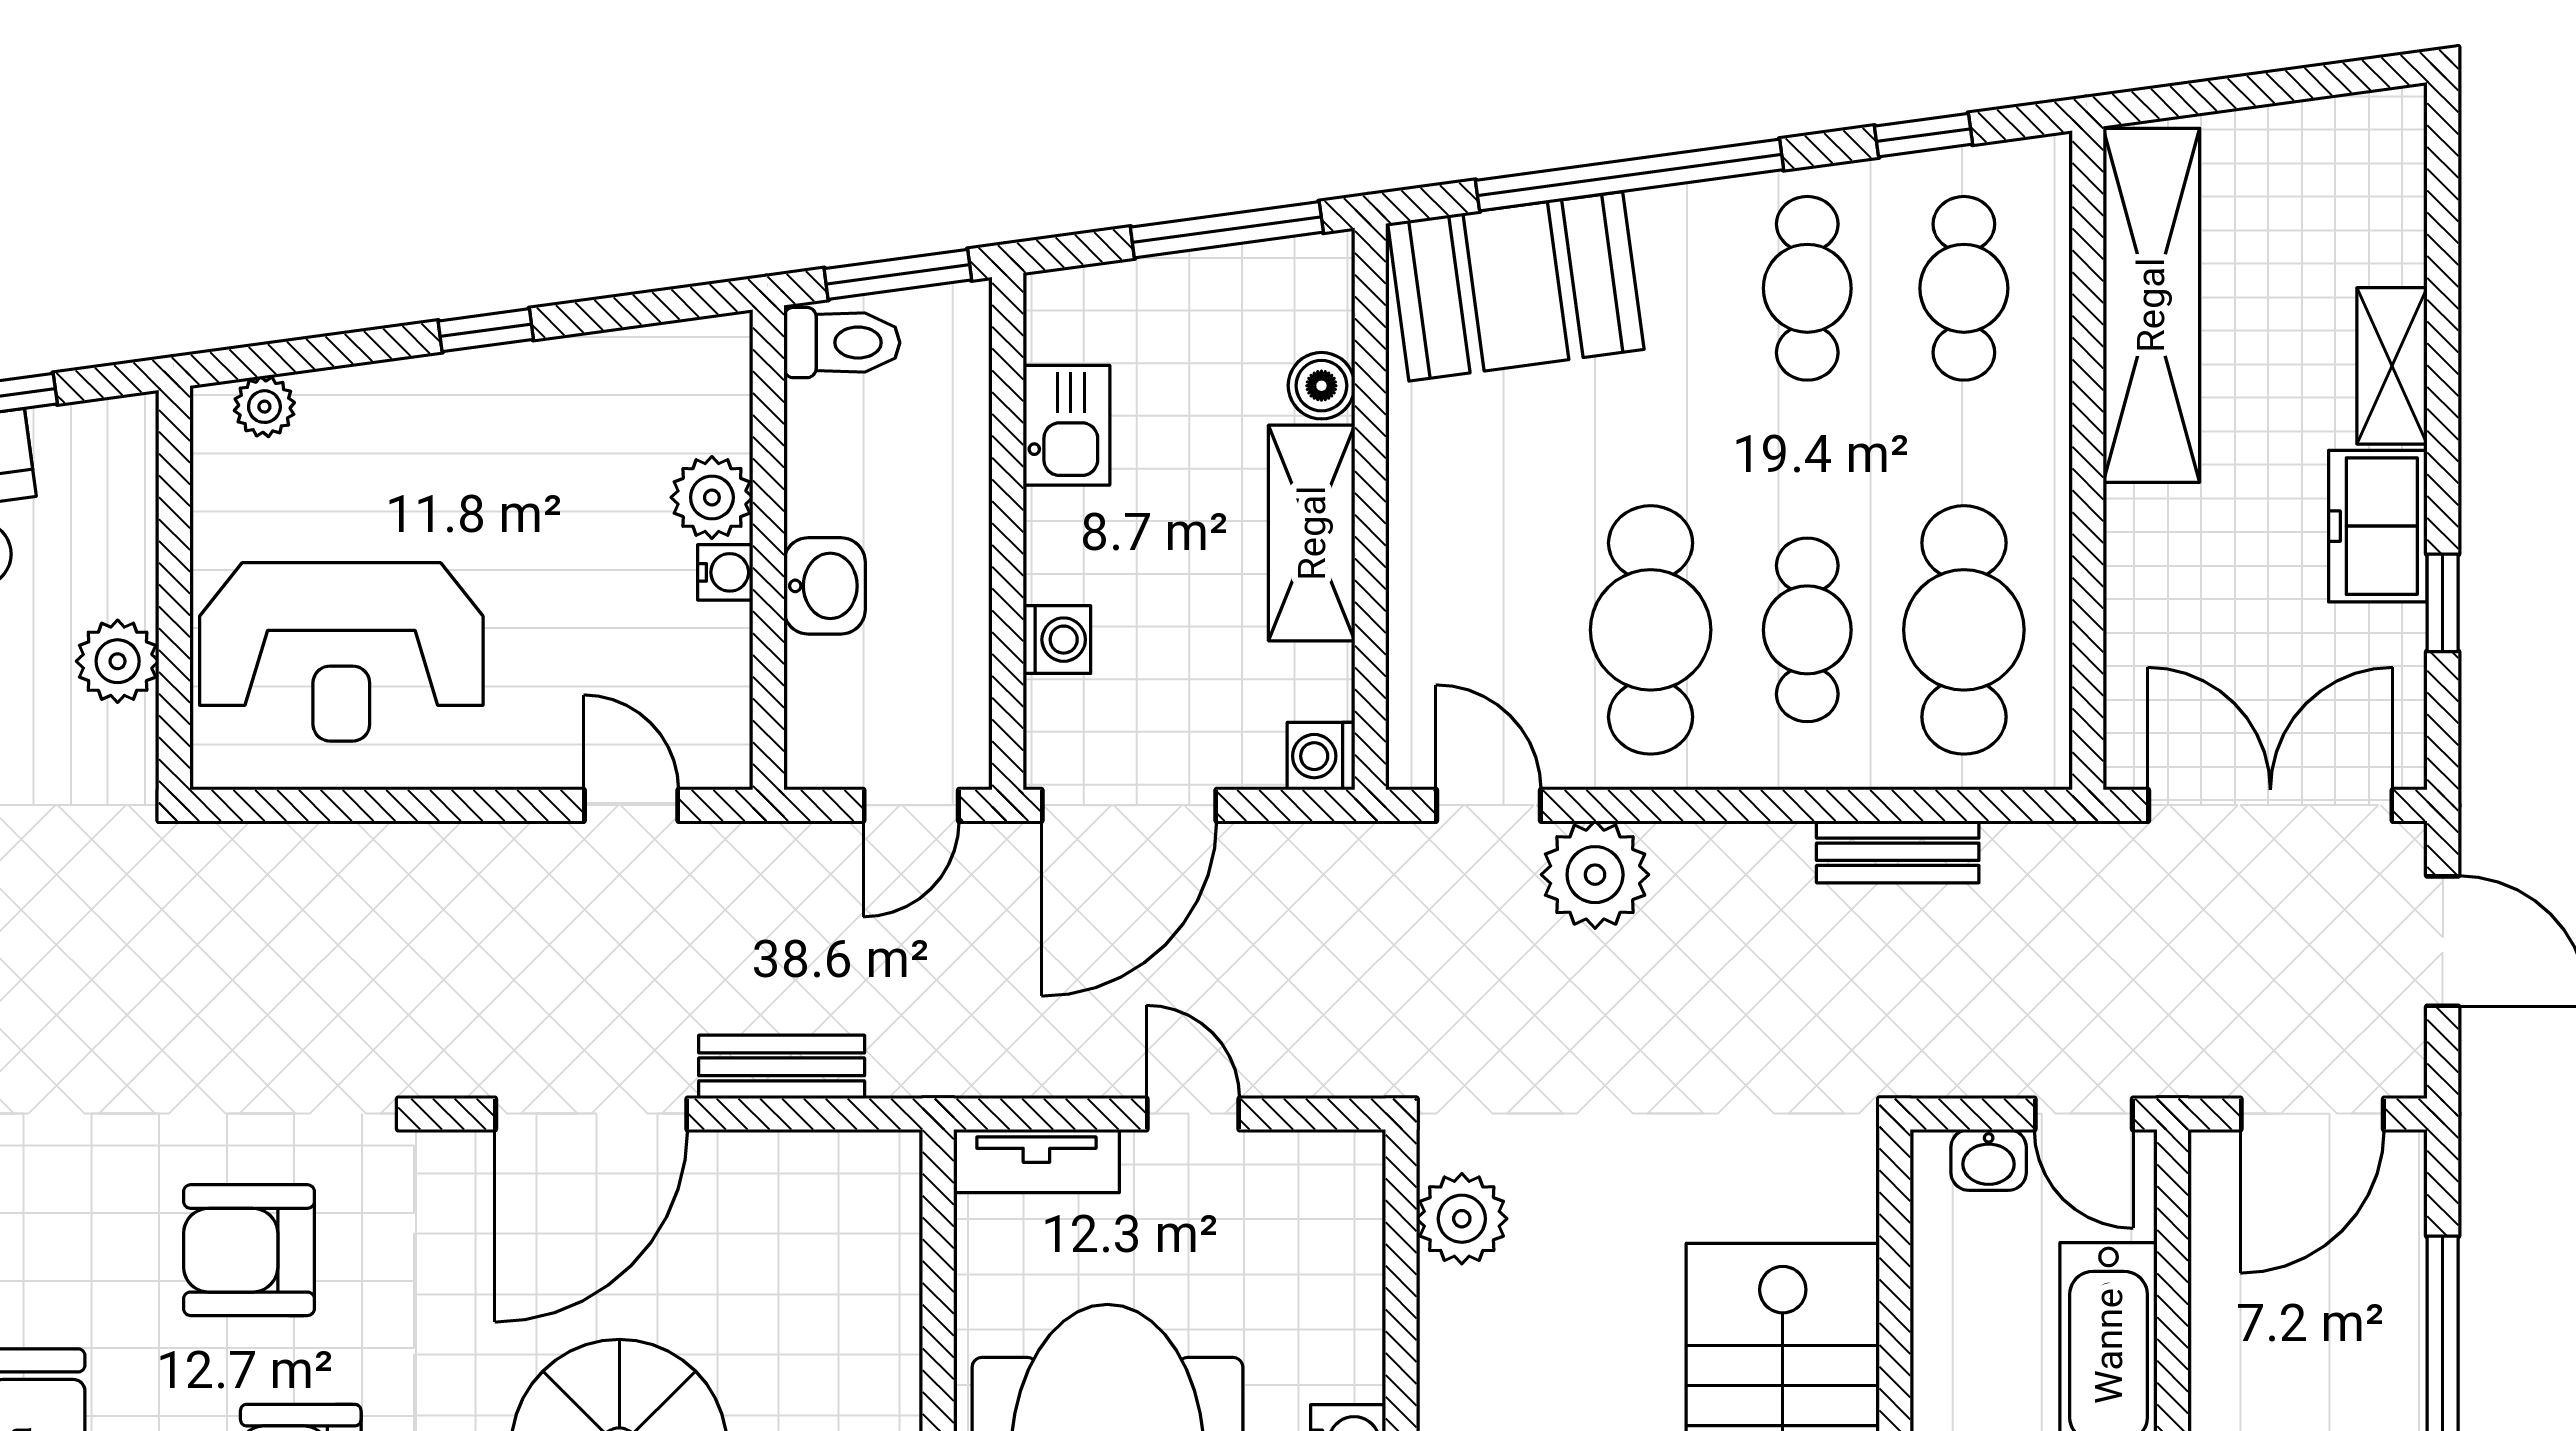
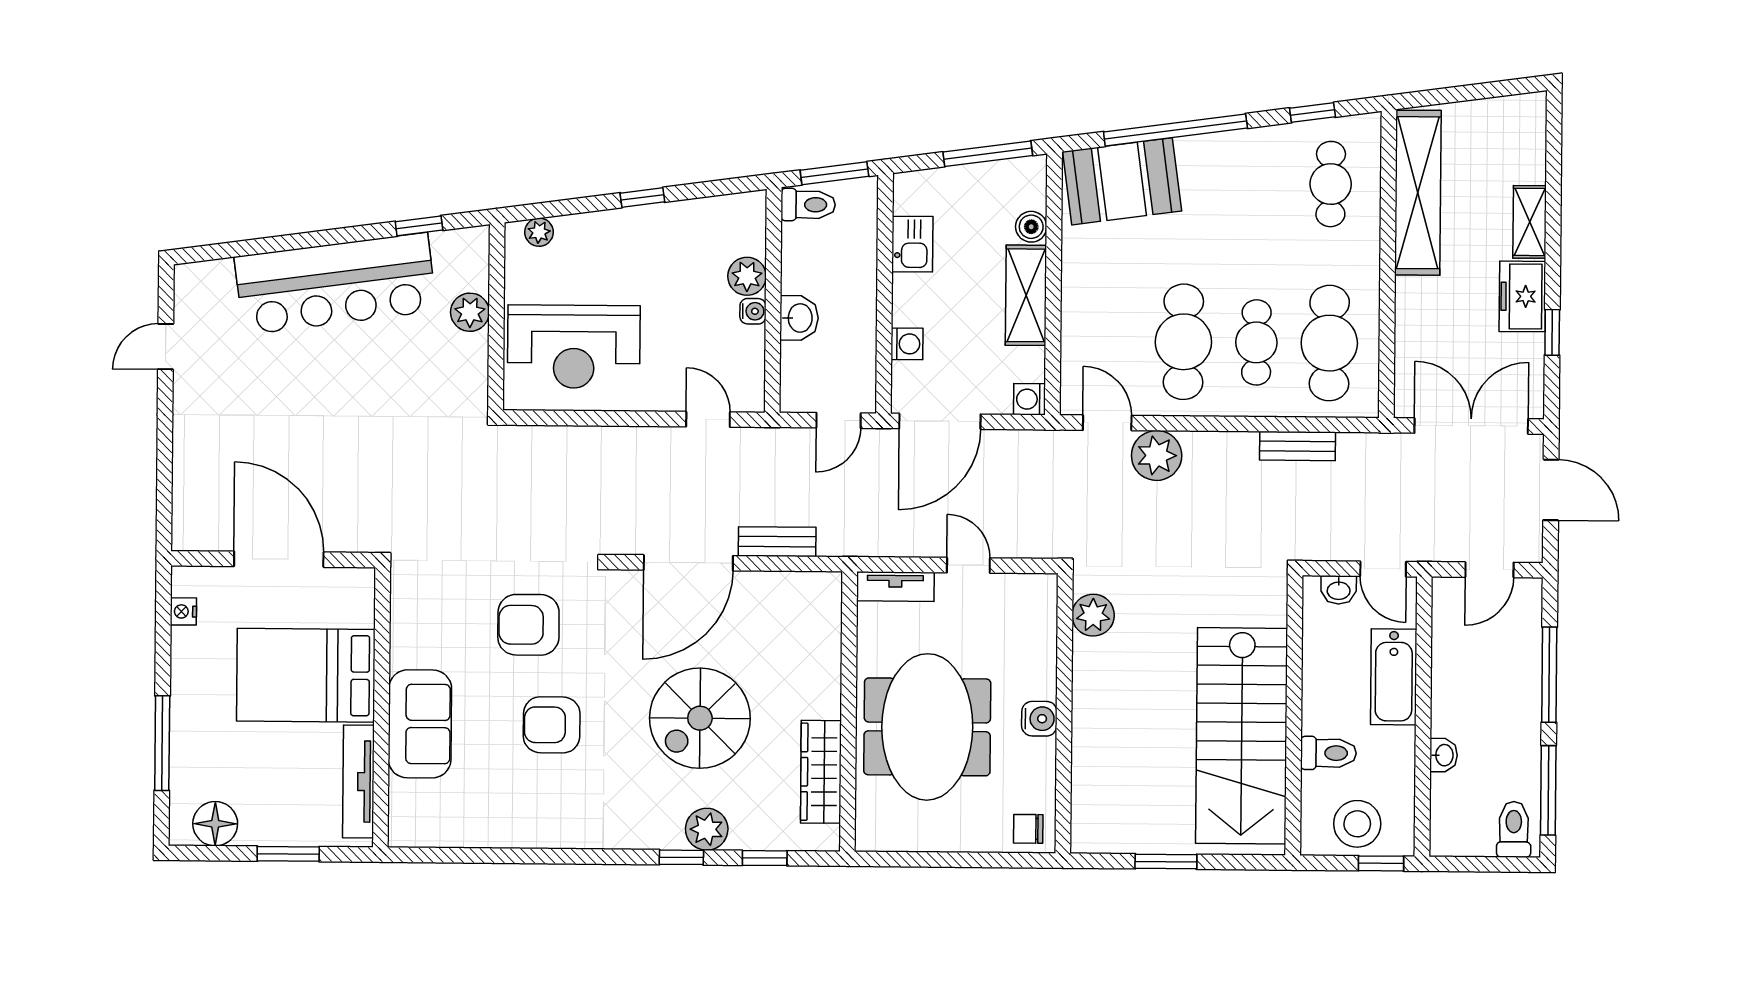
cafe table: (1807, 288) -> (1258, 183), removed
plant: (118, 661) -> (470, 312), moved
door: (2312, 1114) -> (1489, 570), width x0.73

